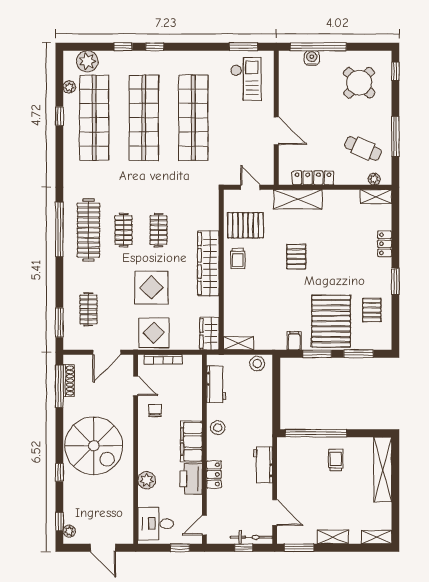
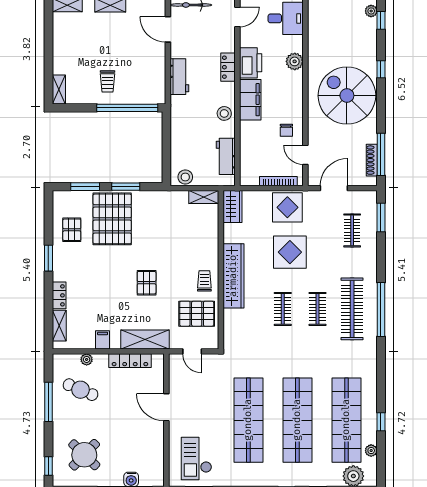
plant: (374, 179) -> (87, 359), moved
shelving: (376, 197) -> (59, 326), moved, turned 90
filing cabinet: (294, 341) -> (103, 340), moved, turned 180
shelving: (383, 470) -> (59, 90), width x0.45, depth x0.75

